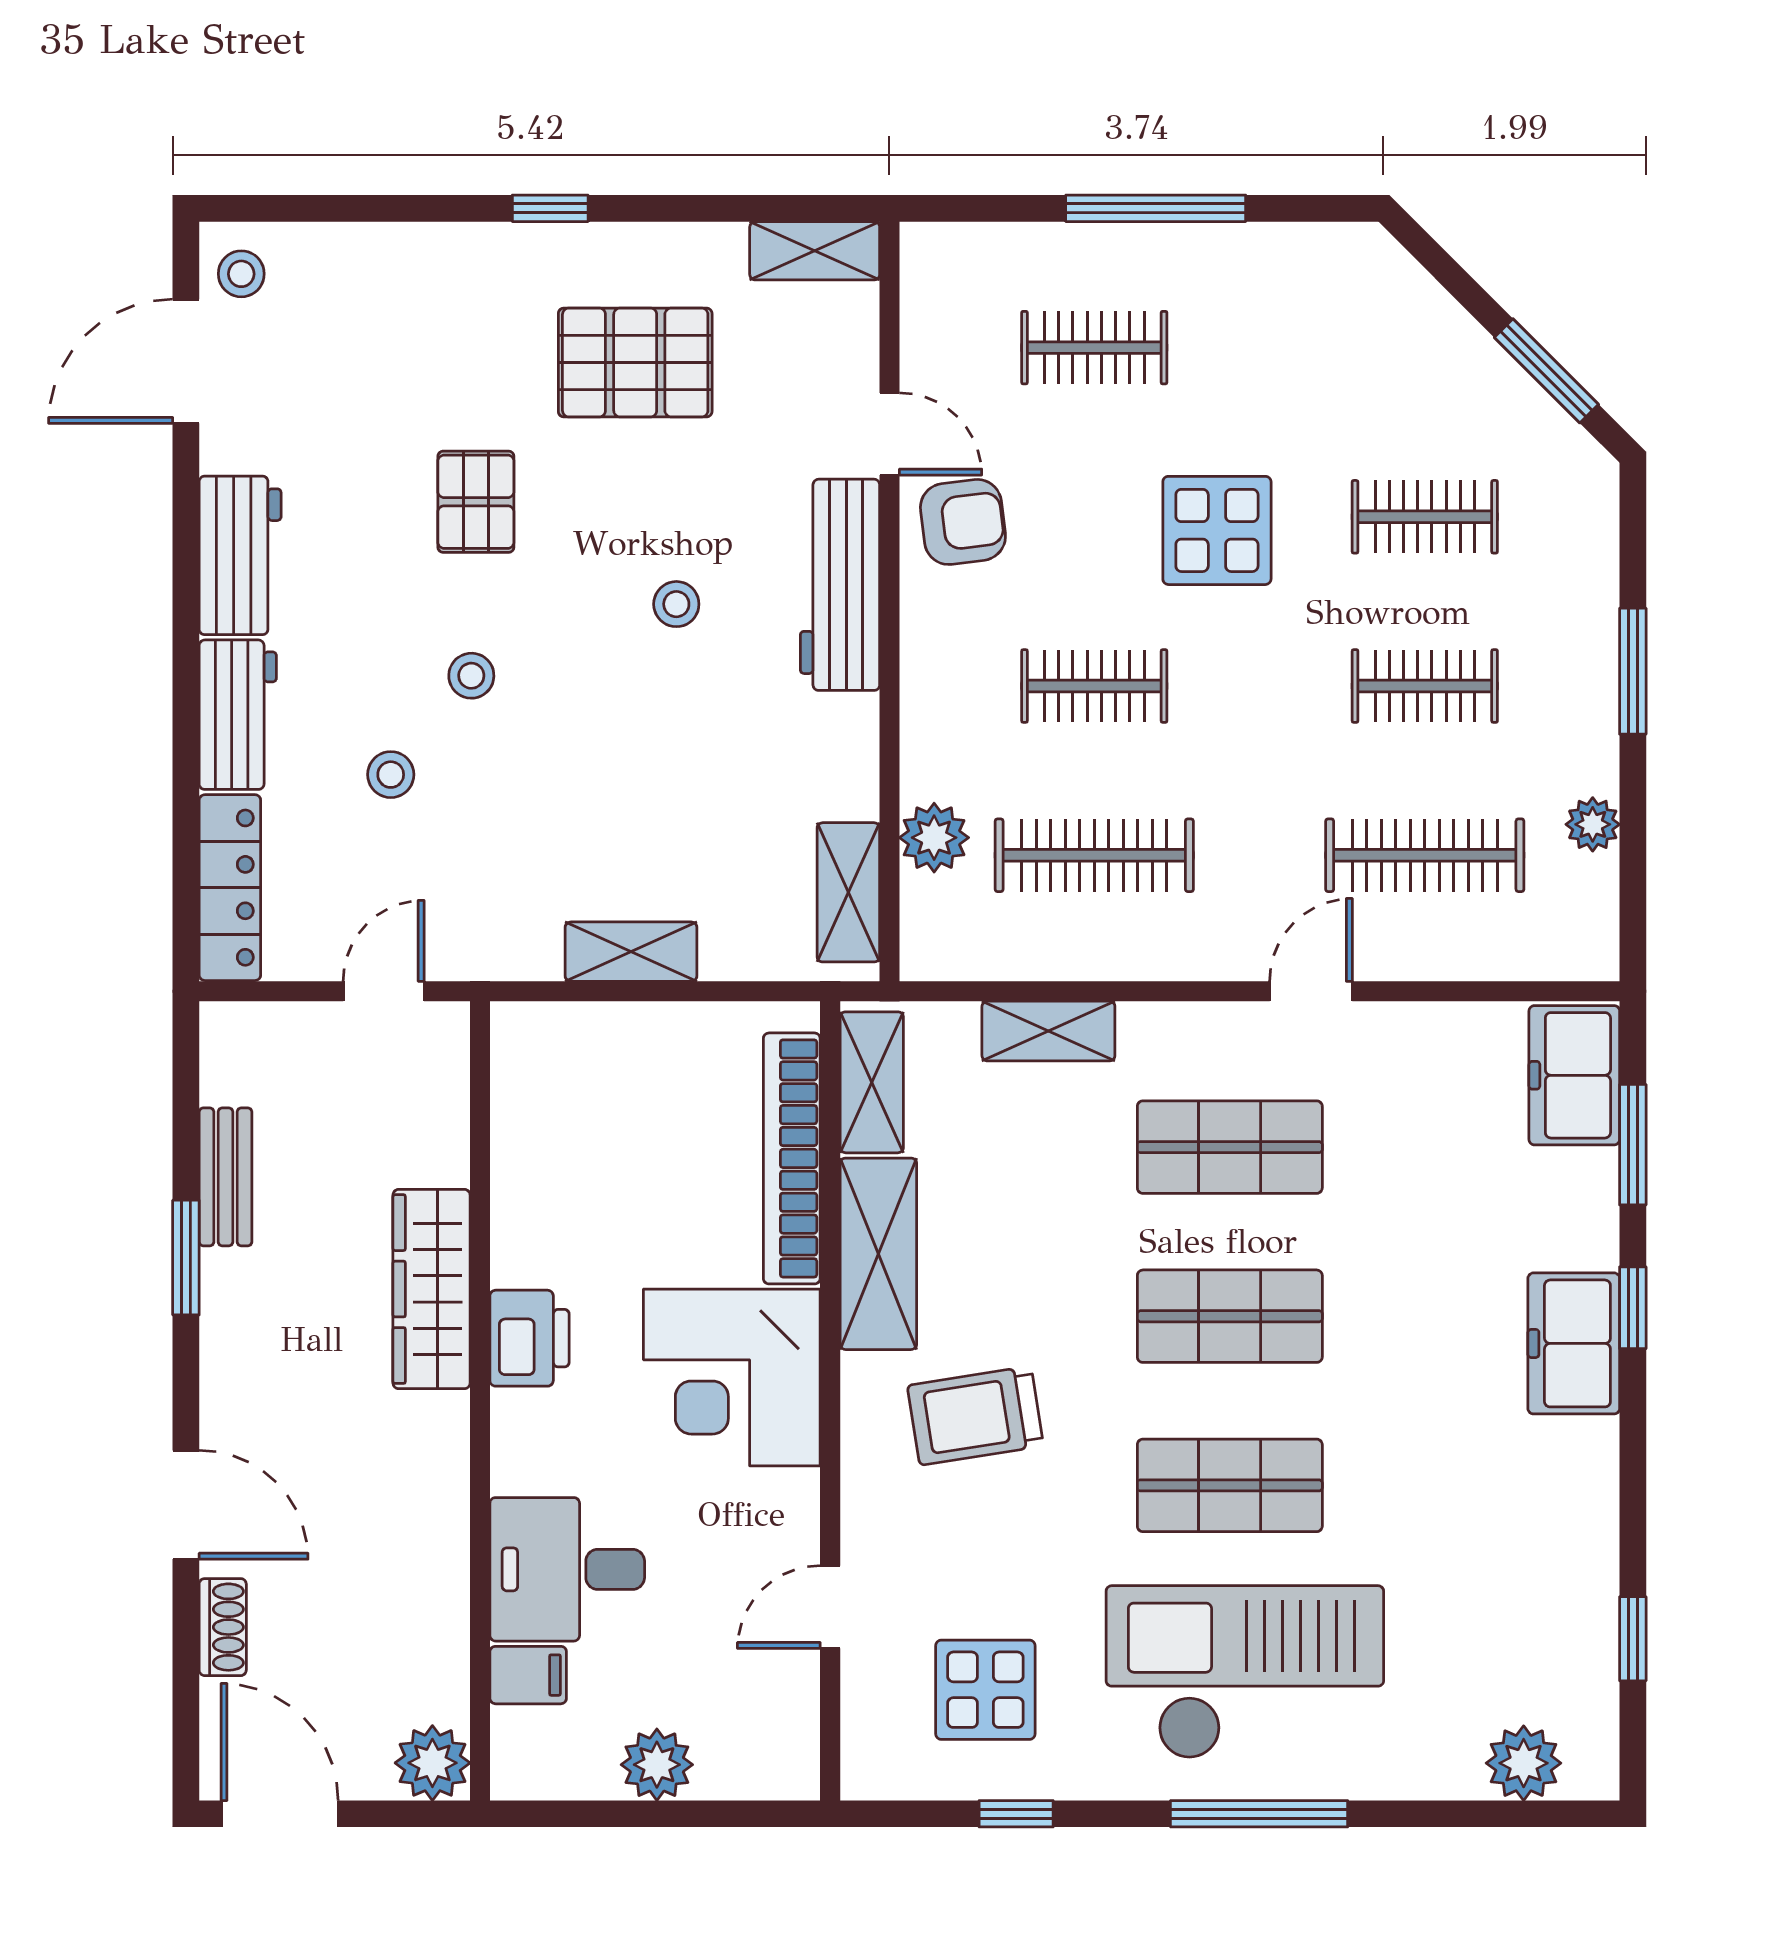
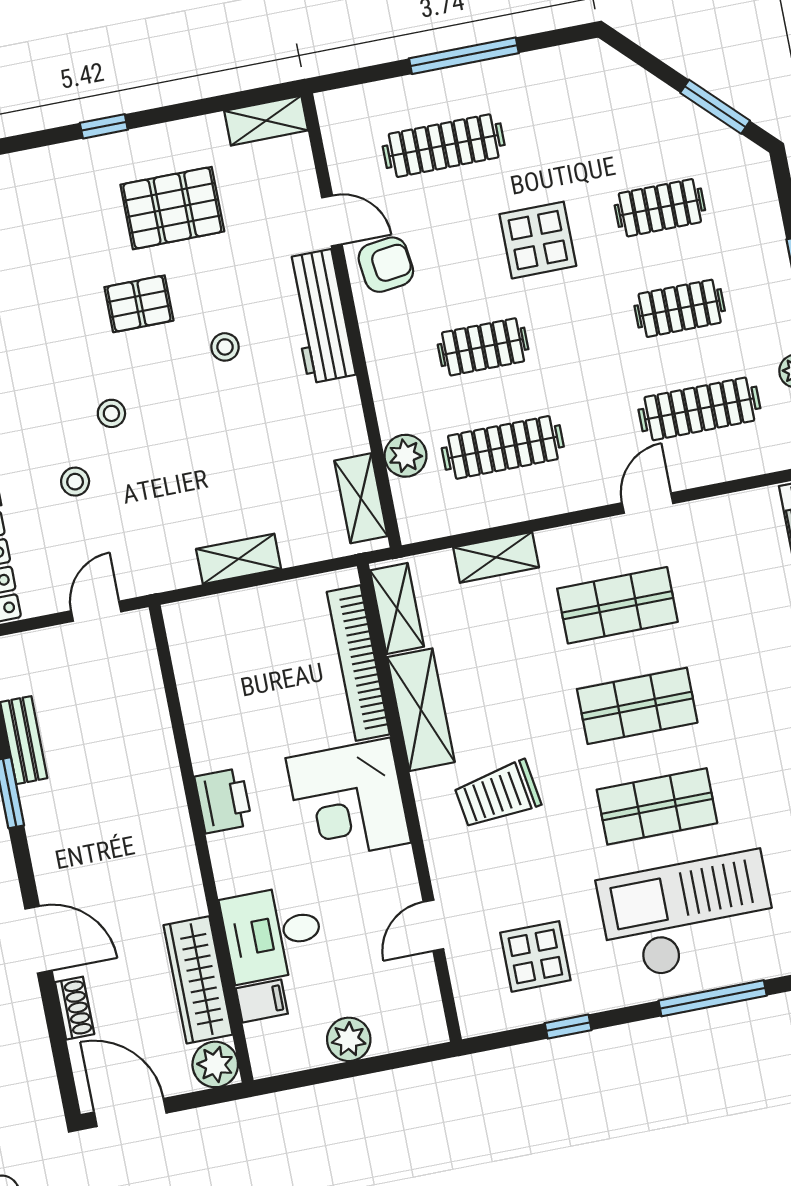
clothes rail: (1094, 348) -> (444, 146), width x1.36
pallet: (476, 502) -> (139, 304), moved, turned 90
wardrobe: (432, 1289) -> (198, 980), moved

